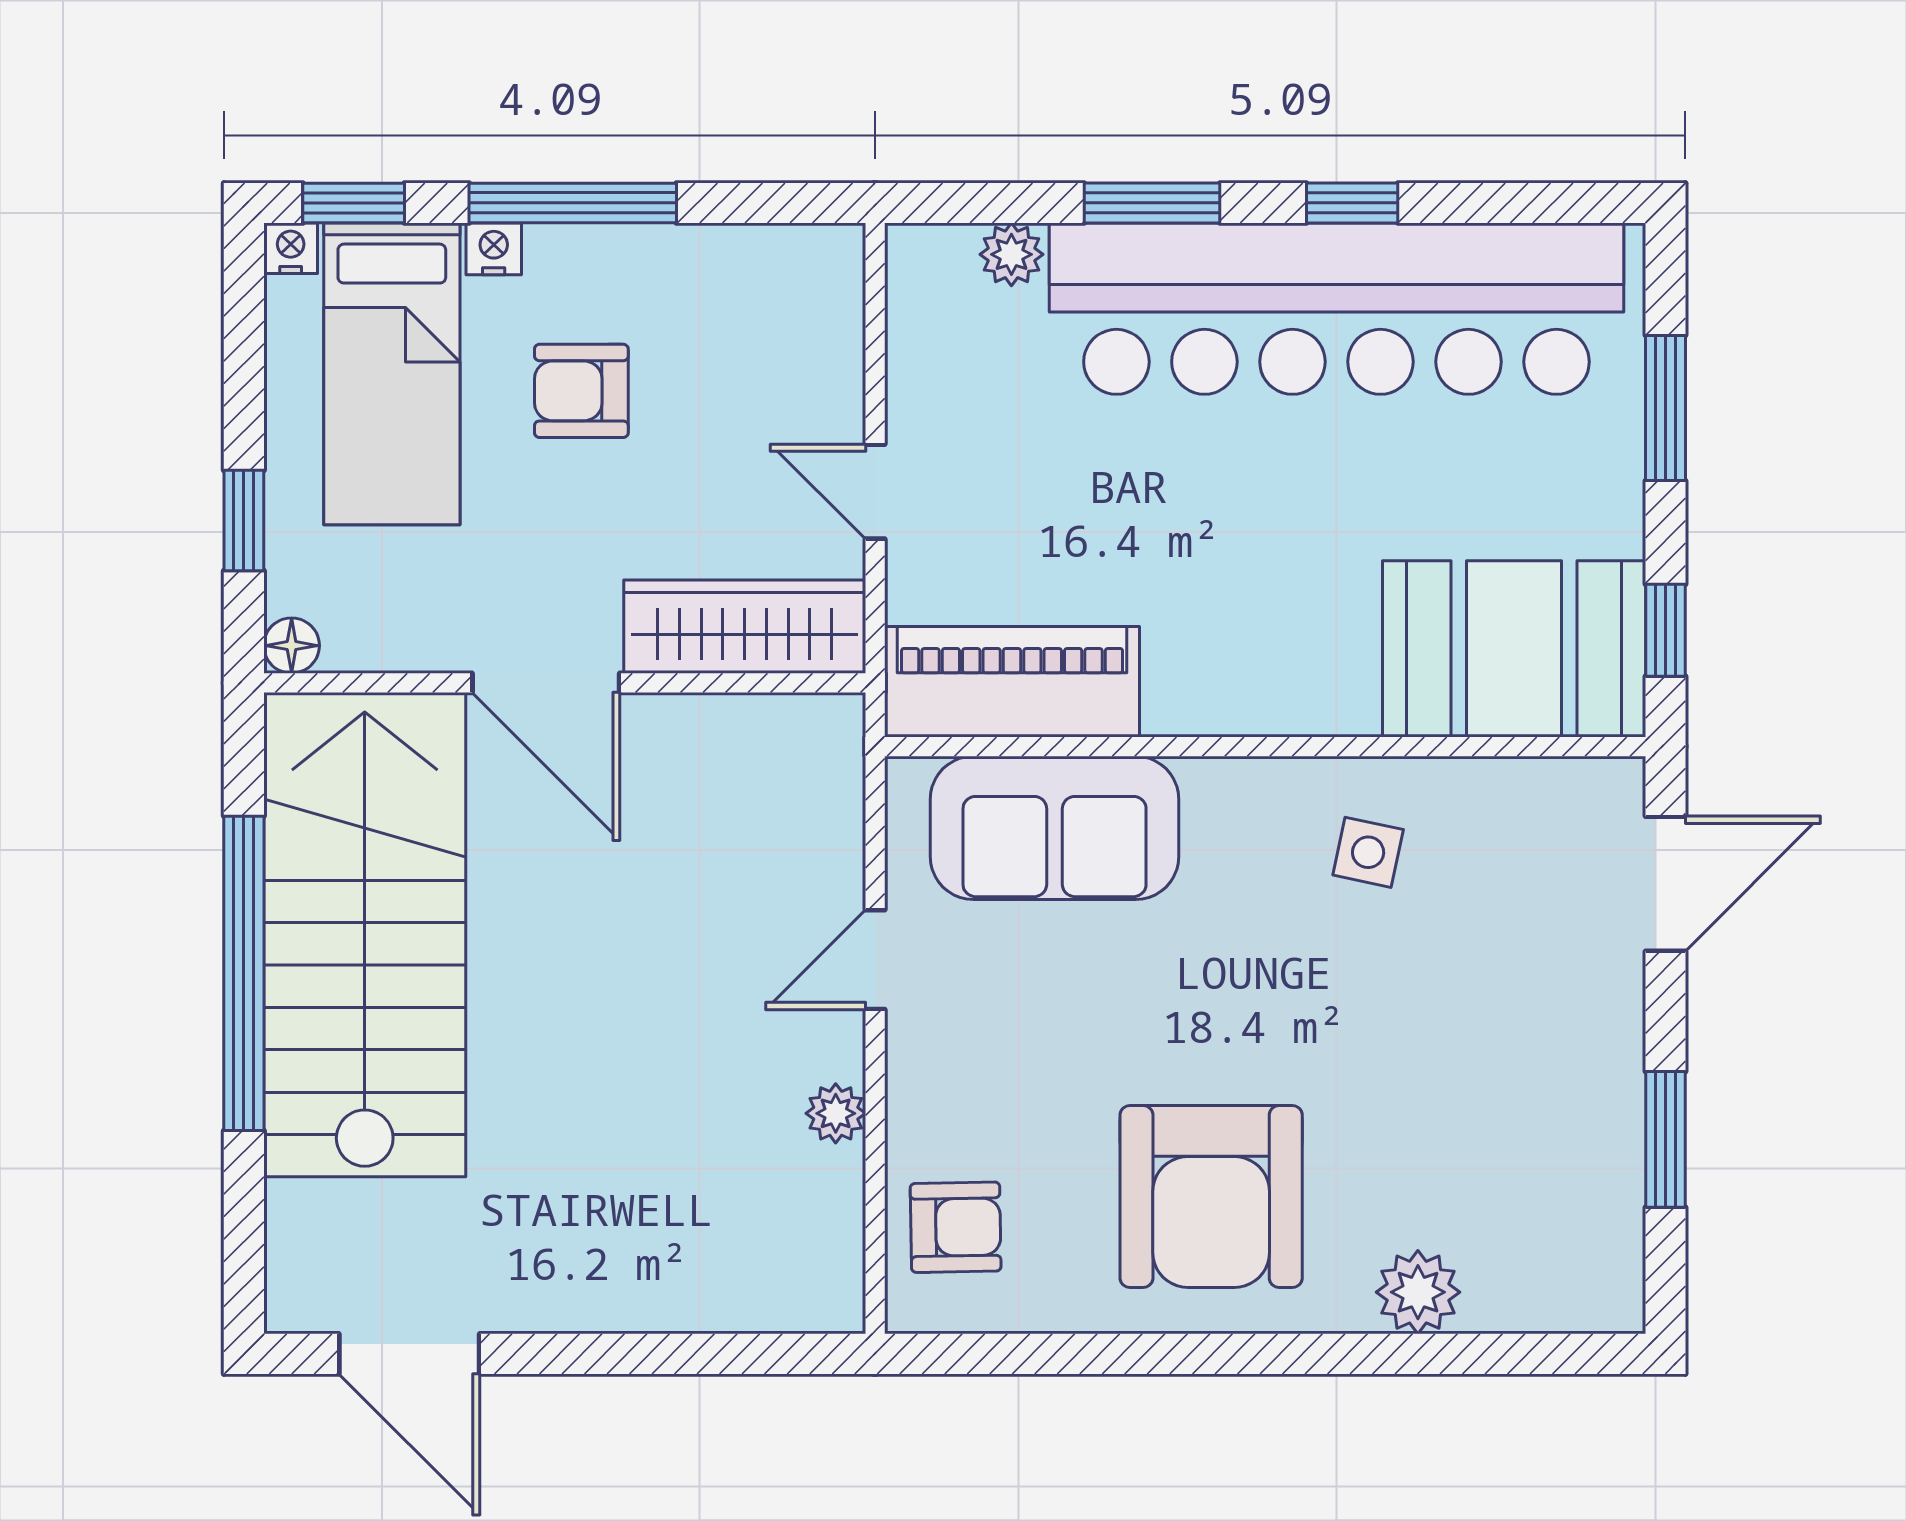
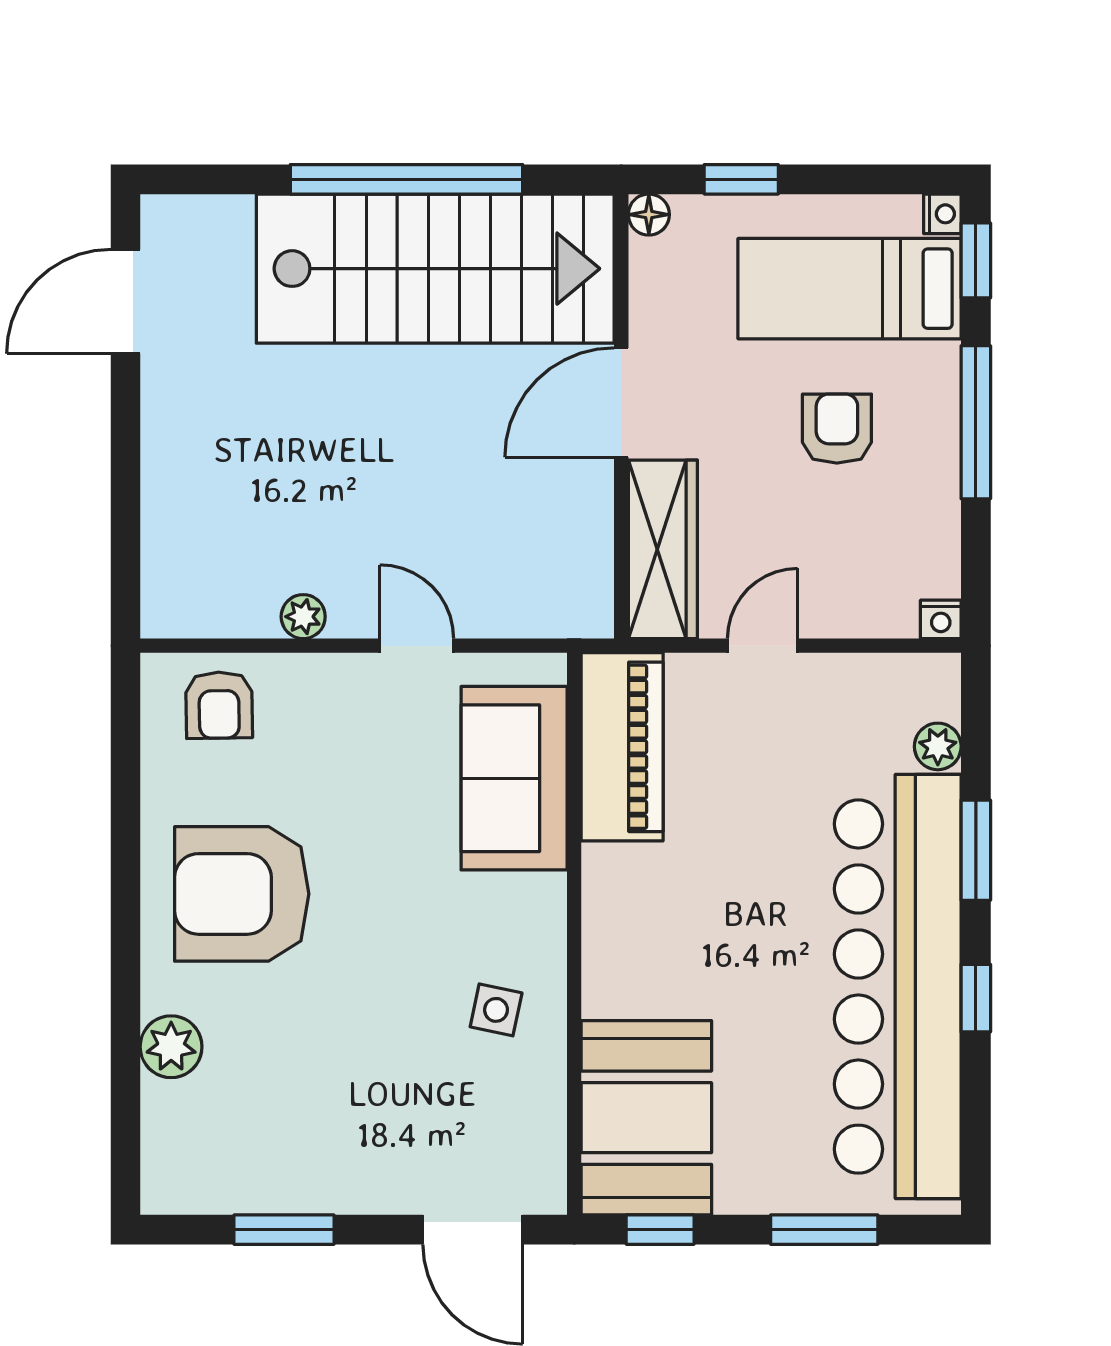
nightstand: (494, 249) -> (941, 619), moved, turned 90

